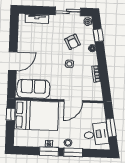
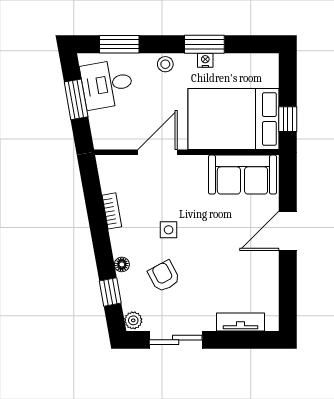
window: (73, 152) -> (119, 44), moved

